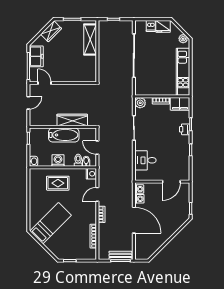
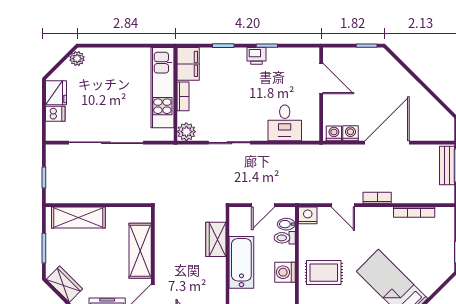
kitchen unit: (183, 72) -> (162, 88), moved, turned 90
shelving: (71, 76) -> (140, 251), added
wardrobe: (72, 120) -> (216, 239), width x0.67
printer: (185, 129) -> (256, 56), moved
rug: (58, 183) -> (324, 273), turned 90

